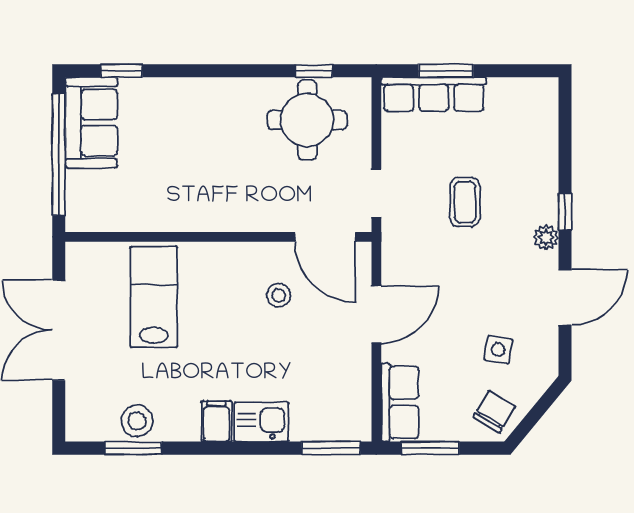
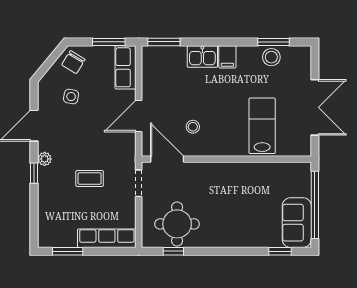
window: (446, 71) -> (68, 251), moved
coffee table: (465, 202) -> (90, 178), turned 90
lab bench: (154, 297) -> (262, 126), turned 180

